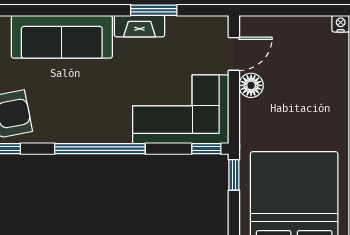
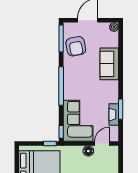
fireplace: (140, 26) -> (114, 115), moved
sofa: (62, 37) -> (109, 64), width x0.73
door: (234, 54) -> (102, 144), swing flipped

